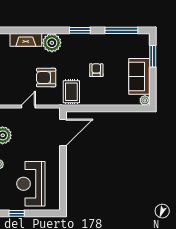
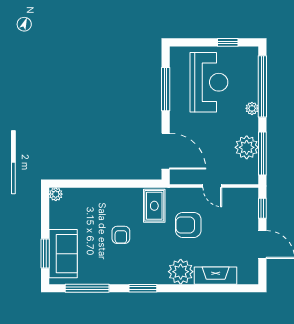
sofa: (139, 76) -> (63, 254), moved
armchair: (46, 78) -> (188, 225), turned 180
door: (28, 107) -> (212, 186), hinge flipped
door: (63, 132) -> (166, 151), swing flipped
window: (63, 179) -> (166, 89), added

